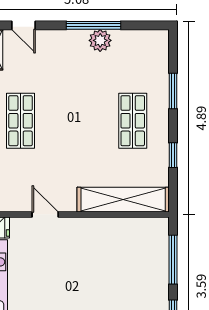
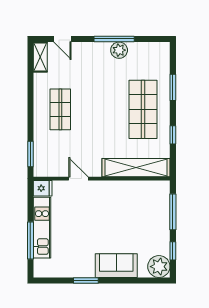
shop shelf: (133, 121) -> (143, 109), width x1.43, depth x1.36

